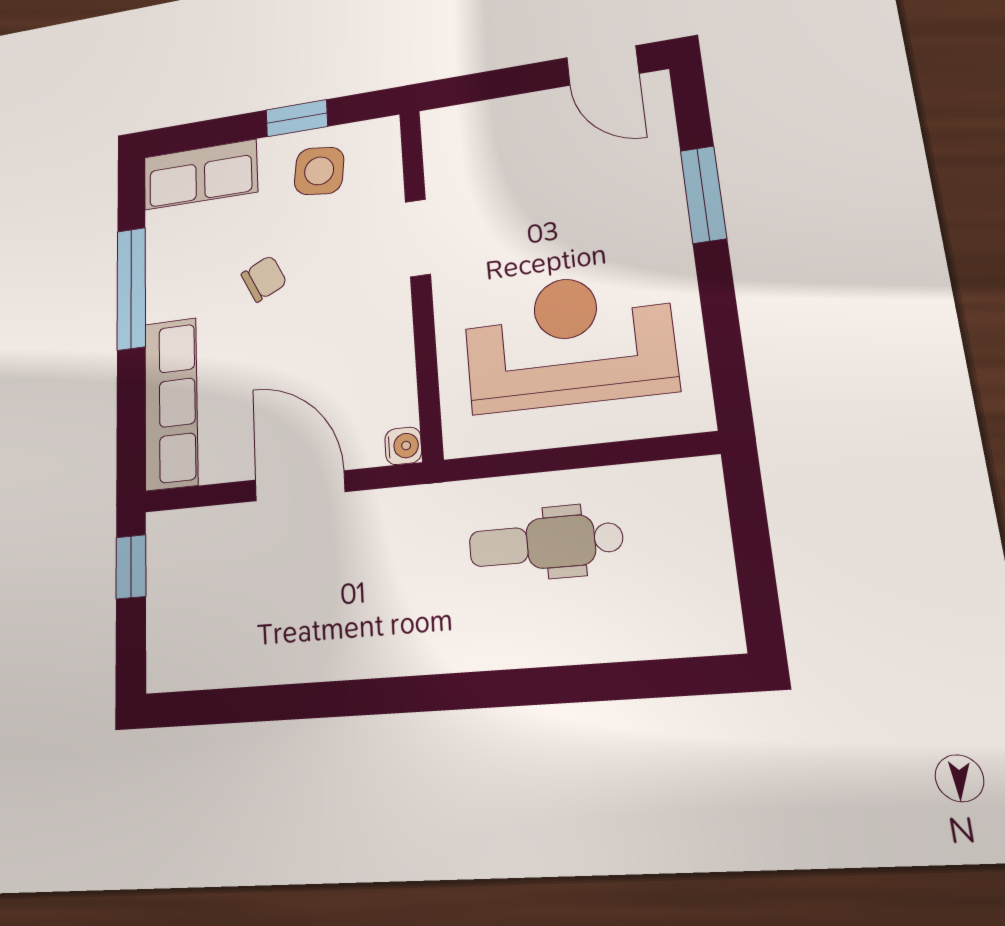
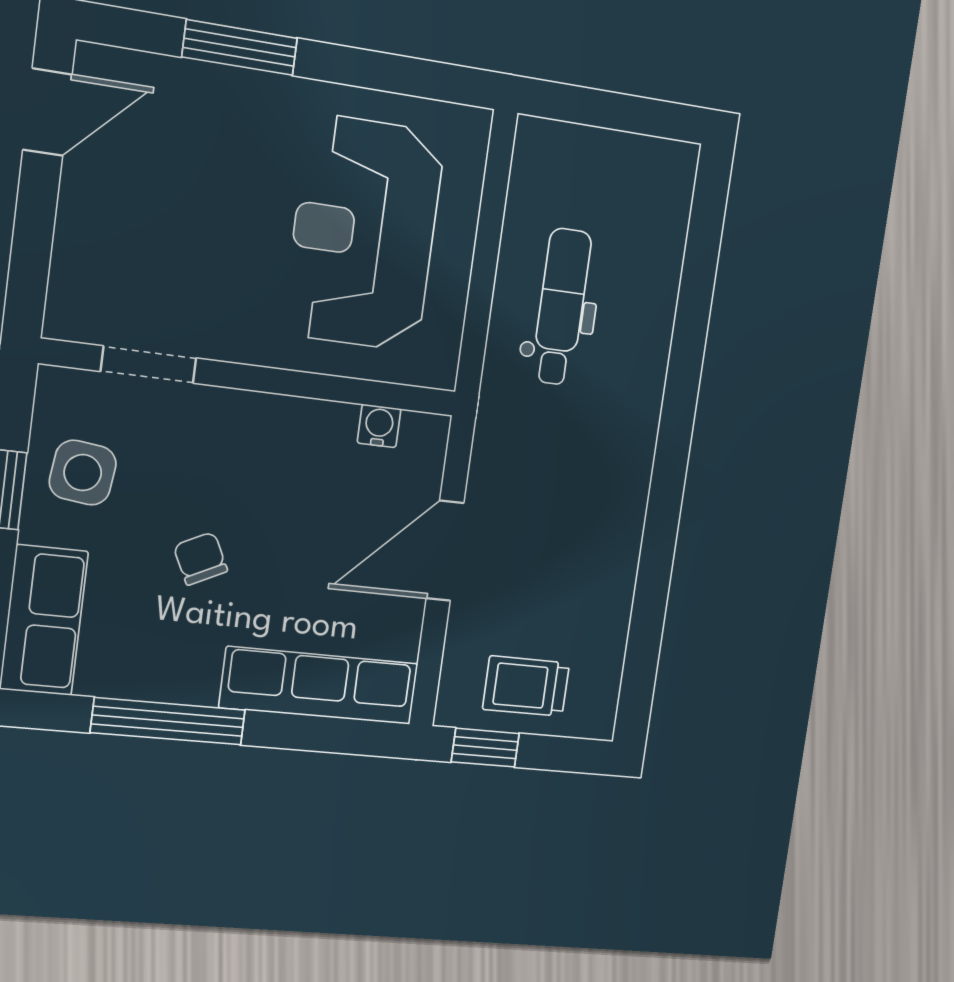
doorway: (418, 238) -> (149, 365), moved
water cooler: (403, 446) -> (379, 426), moved
dental chair: (545, 543) -> (561, 307), turned 180
trolley: (189, 593) -> (526, 686), added

